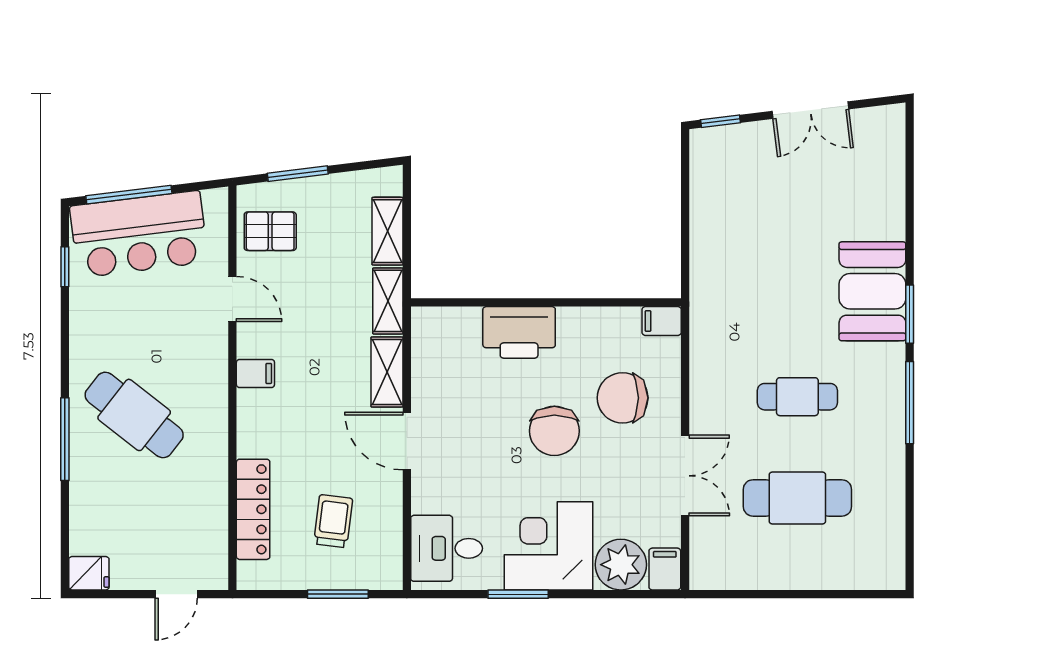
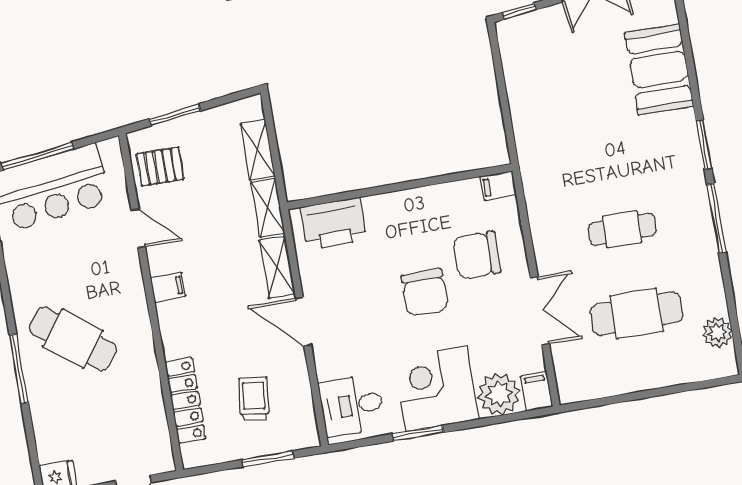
booth: (872, 291) -> (659, 70), moved
printer: (519, 332) -> (333, 224), moved
plant: (888, 537) -> (717, 333), added

